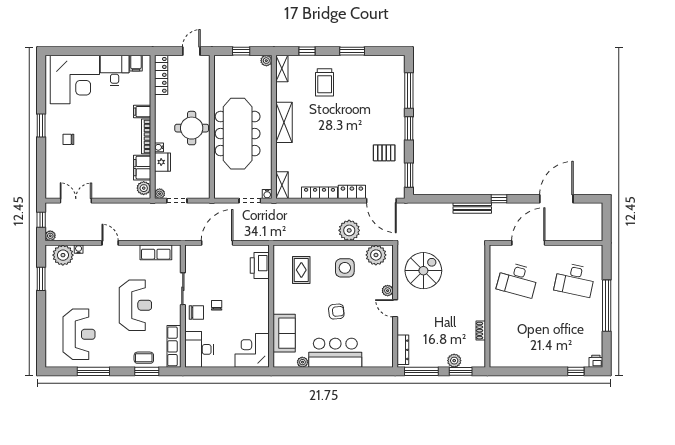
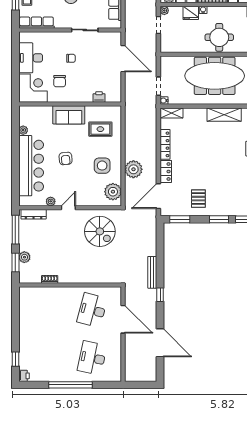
printer: (260, 265) -> (99, 97), width x0.53, depth x0.68
plant: (388, 291) -> (51, 201), moved
chair: (196, 312) -> (60, 81), moved
sofa: (284, 333) -> (69, 115), moved
desk: (199, 349) -> (31, 58), moved, turned -90
bar counter: (335, 353) -> (31, 166), width x1.36

